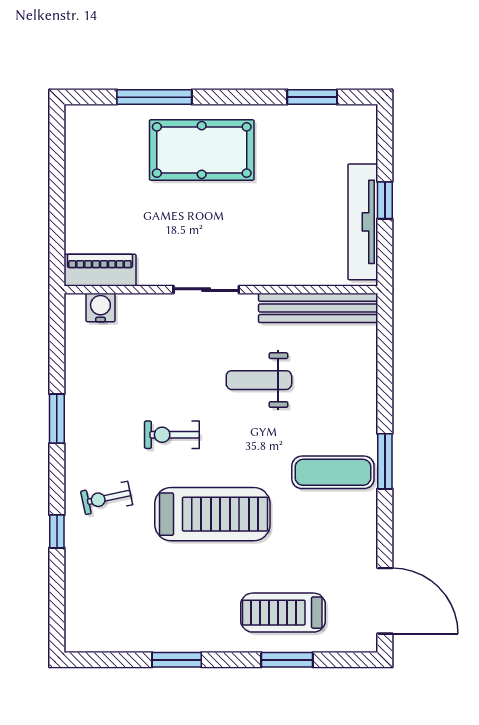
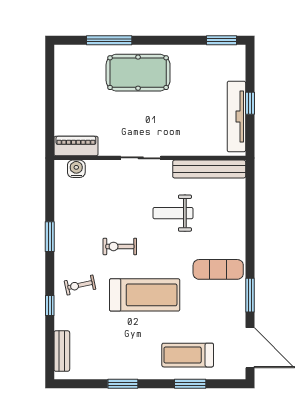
window: (312, 97) -> (221, 40), moved
window: (385, 461) -> (250, 295), moved
bench: (77, 606) -> (62, 351), added

